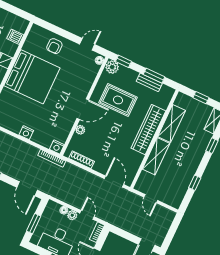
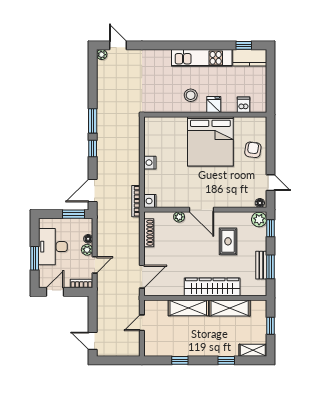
armchair: (54, 46) -> (253, 150), turned 98
rug: (118, 100) -> (228, 241), width x0.73, depth x0.70
window: (34, 224) -> (74, 214), moved

